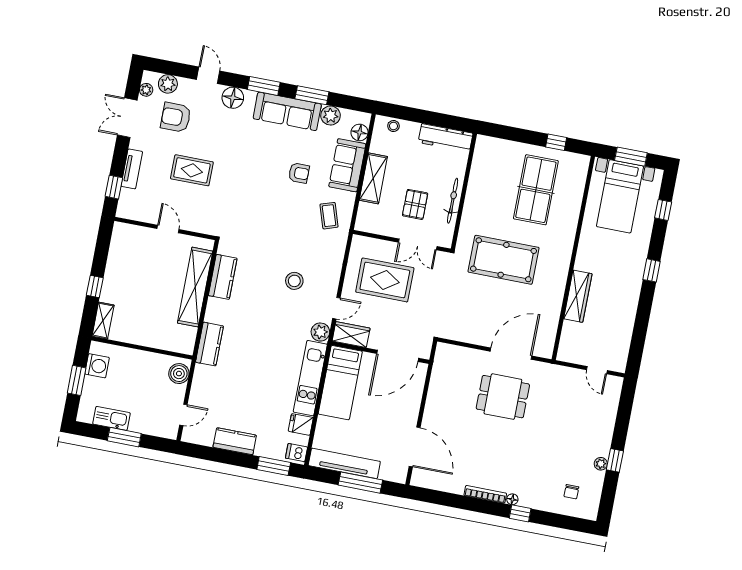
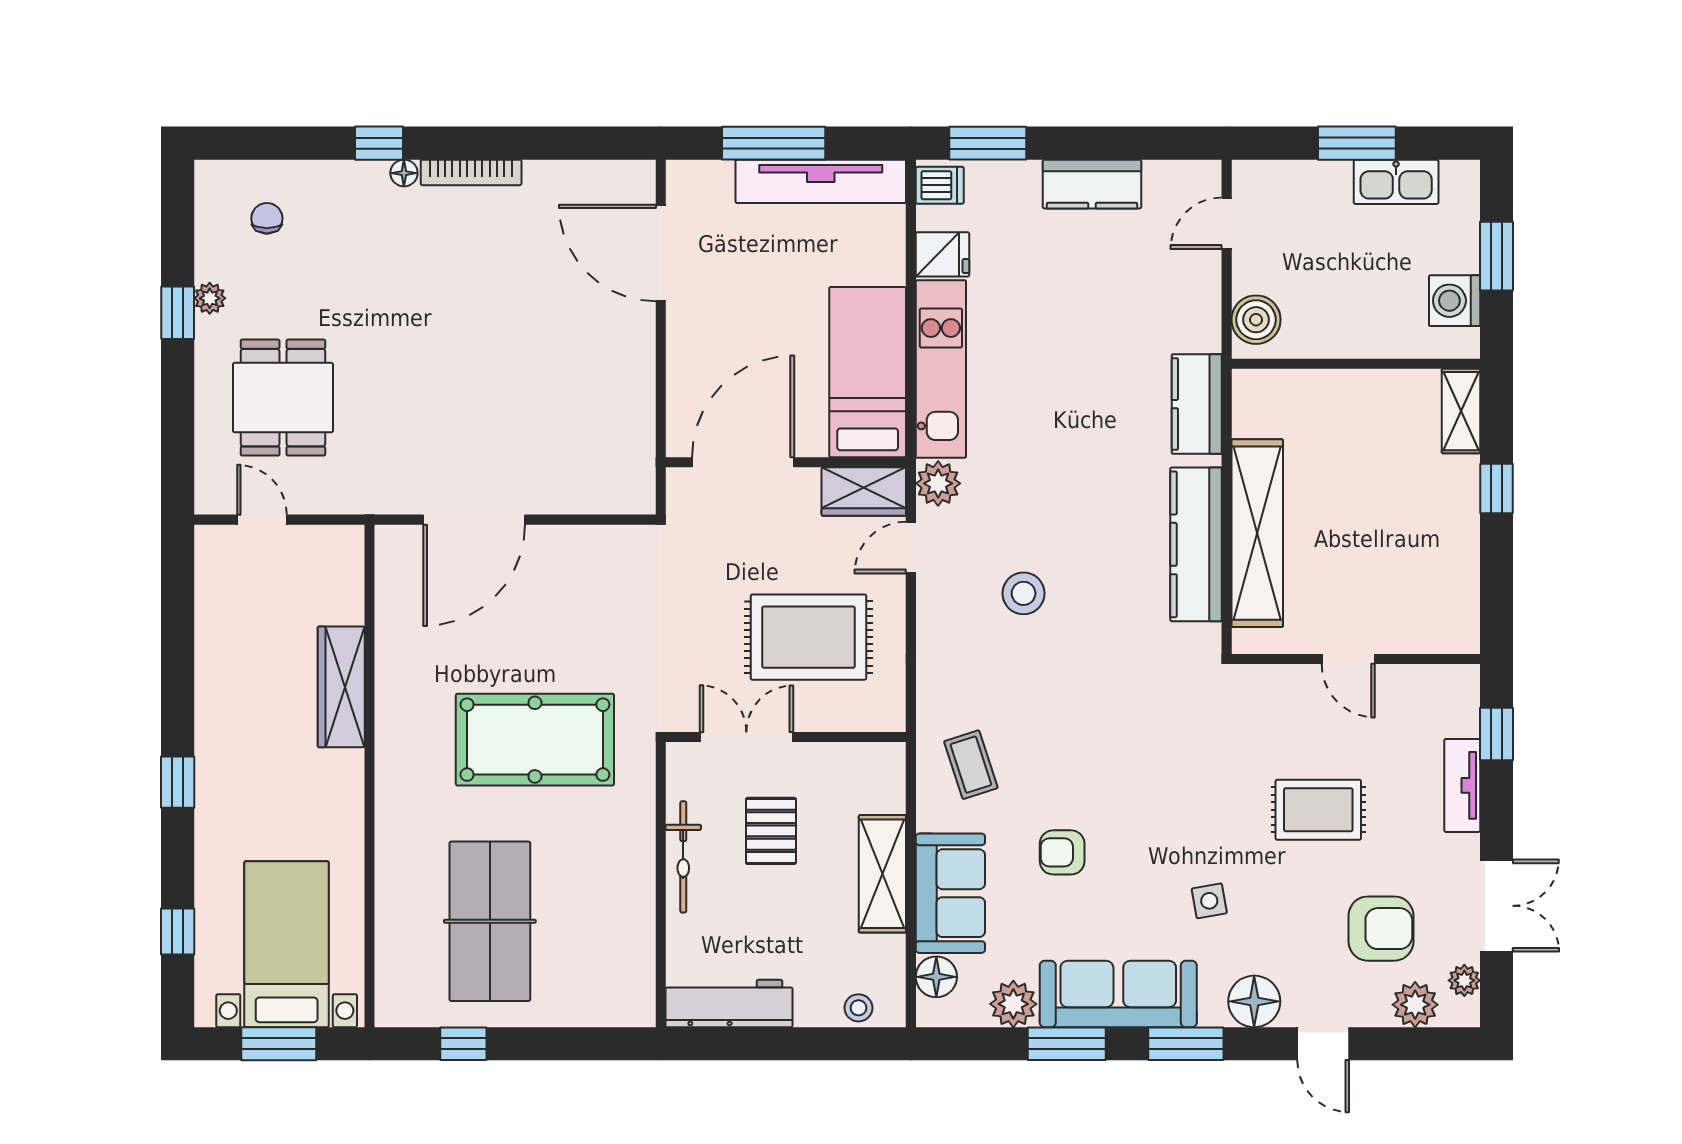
side table: (243, 142) -> (1209, 901), added
kitchen counter: (223, 277) -> (1196, 544), width x1.50
dining table: (503, 397) -> (283, 398), moved, turned 90

